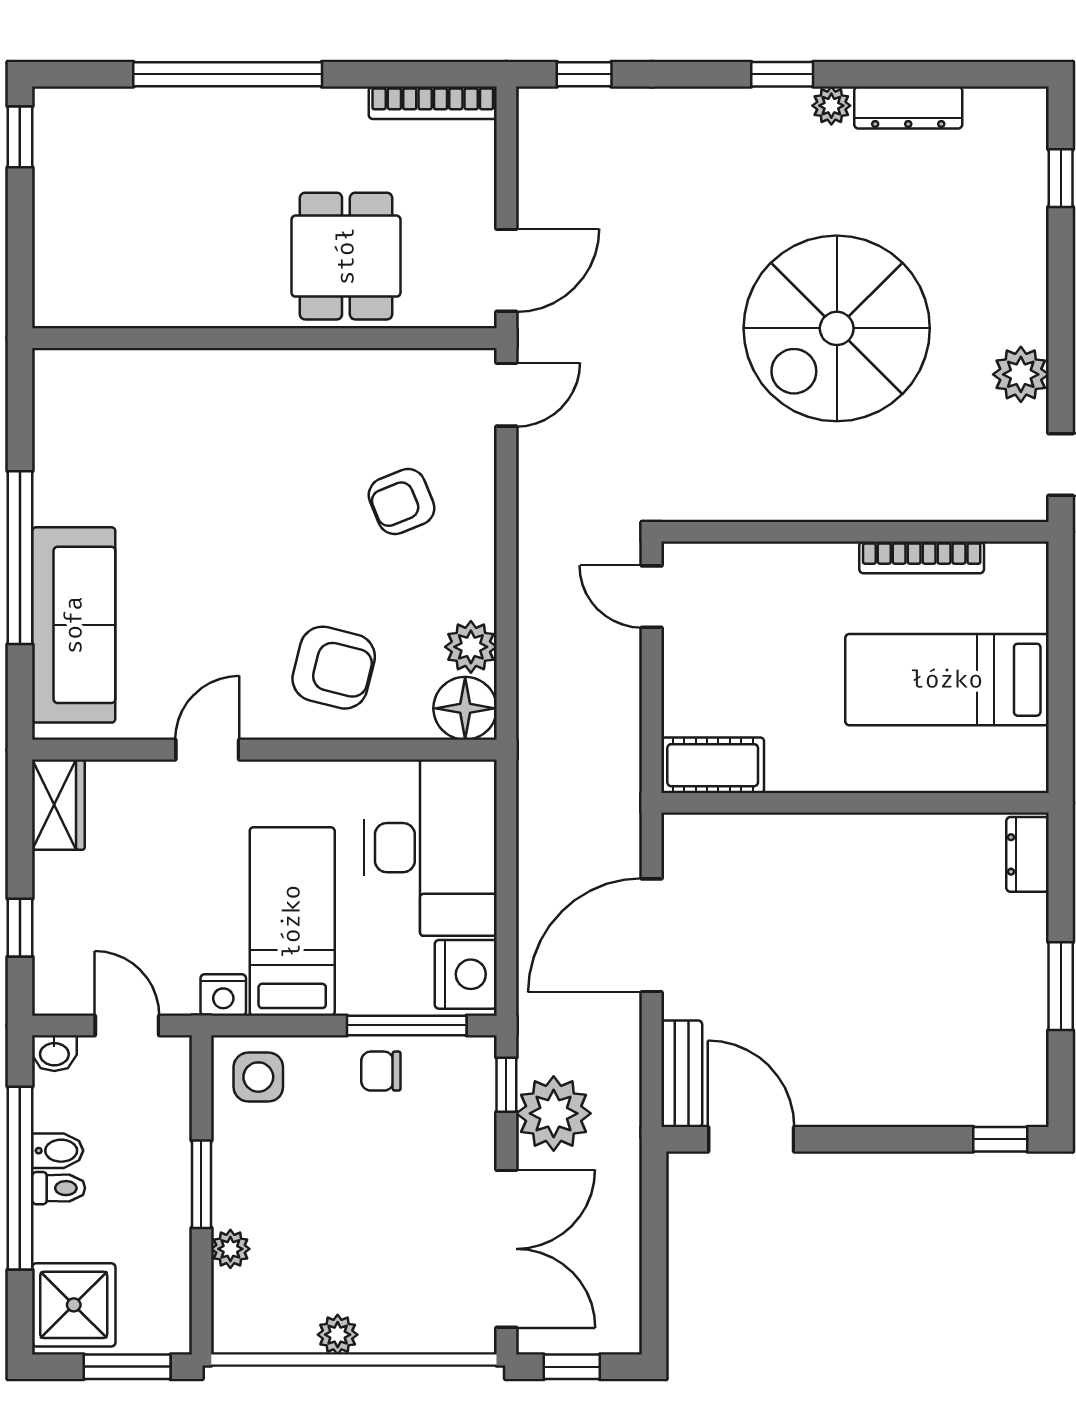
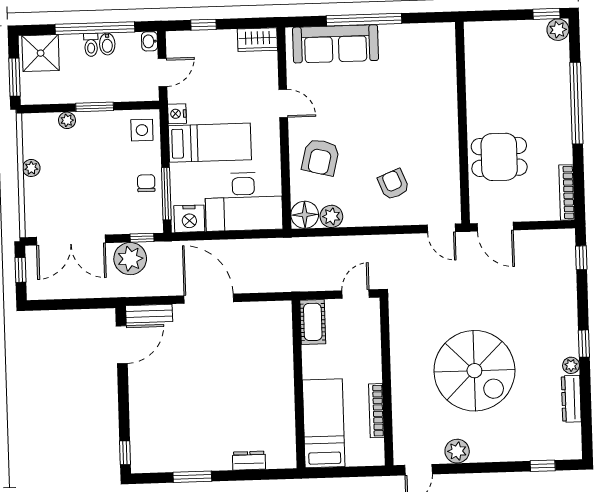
plant: (57, 112) -> (558, 30), added
spiral stairs: (837, 328) -> (474, 371), turned 180
cot: (713, 765) -> (313, 322), moved
wall: (855, 803) -> (298, 384), moved

